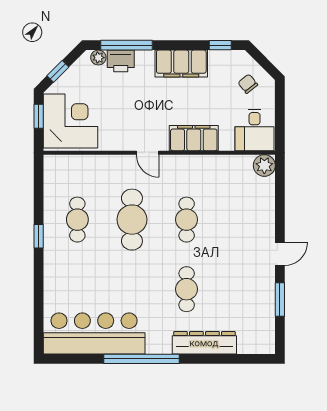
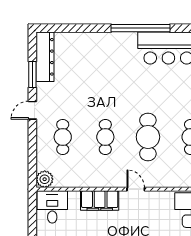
cafe table: (187, 289) -> (63, 137), moved
dresser: (204, 343) -> (45, 57), moved, turned -90

